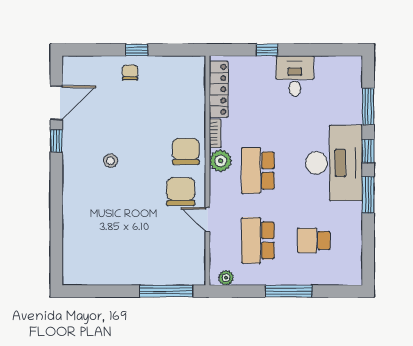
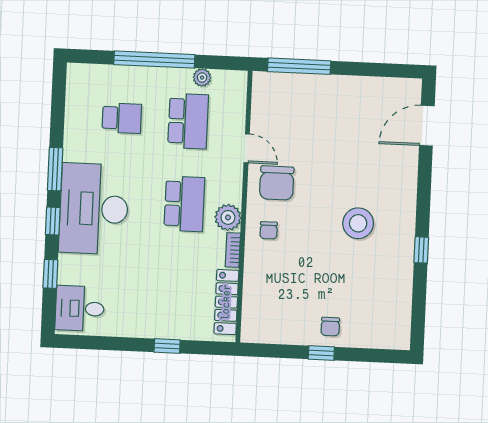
desk: (295, 76) -> (80, 308), moved, turned 90
door: (56, 103) -> (427, 126), moved
window: (368, 106) -> (50, 274), width x0.67
chair: (186, 151) -> (269, 230), width x0.54, depth x0.54
stool: (111, 161) -> (358, 223), width x1.89, depth x1.89
plant: (226, 278) -> (202, 78), moved
window: (289, 291) -> (154, 60), width x1.46

